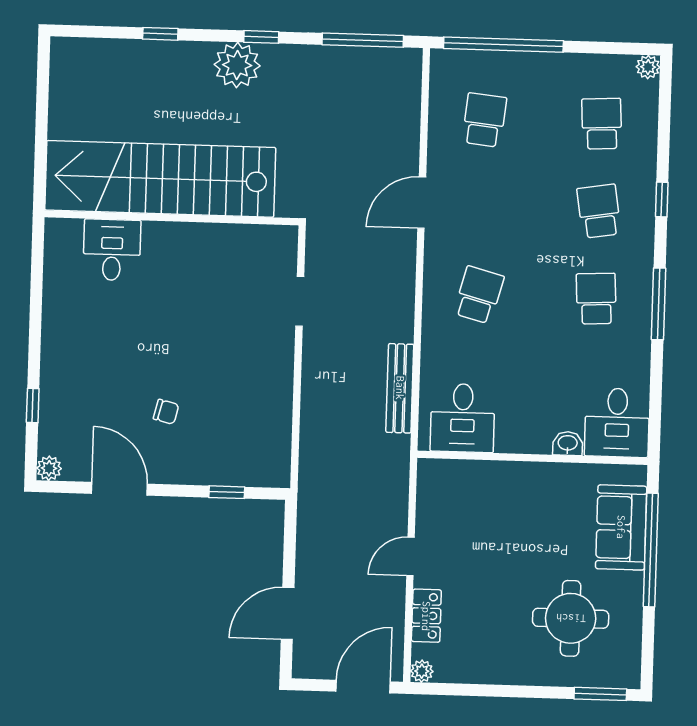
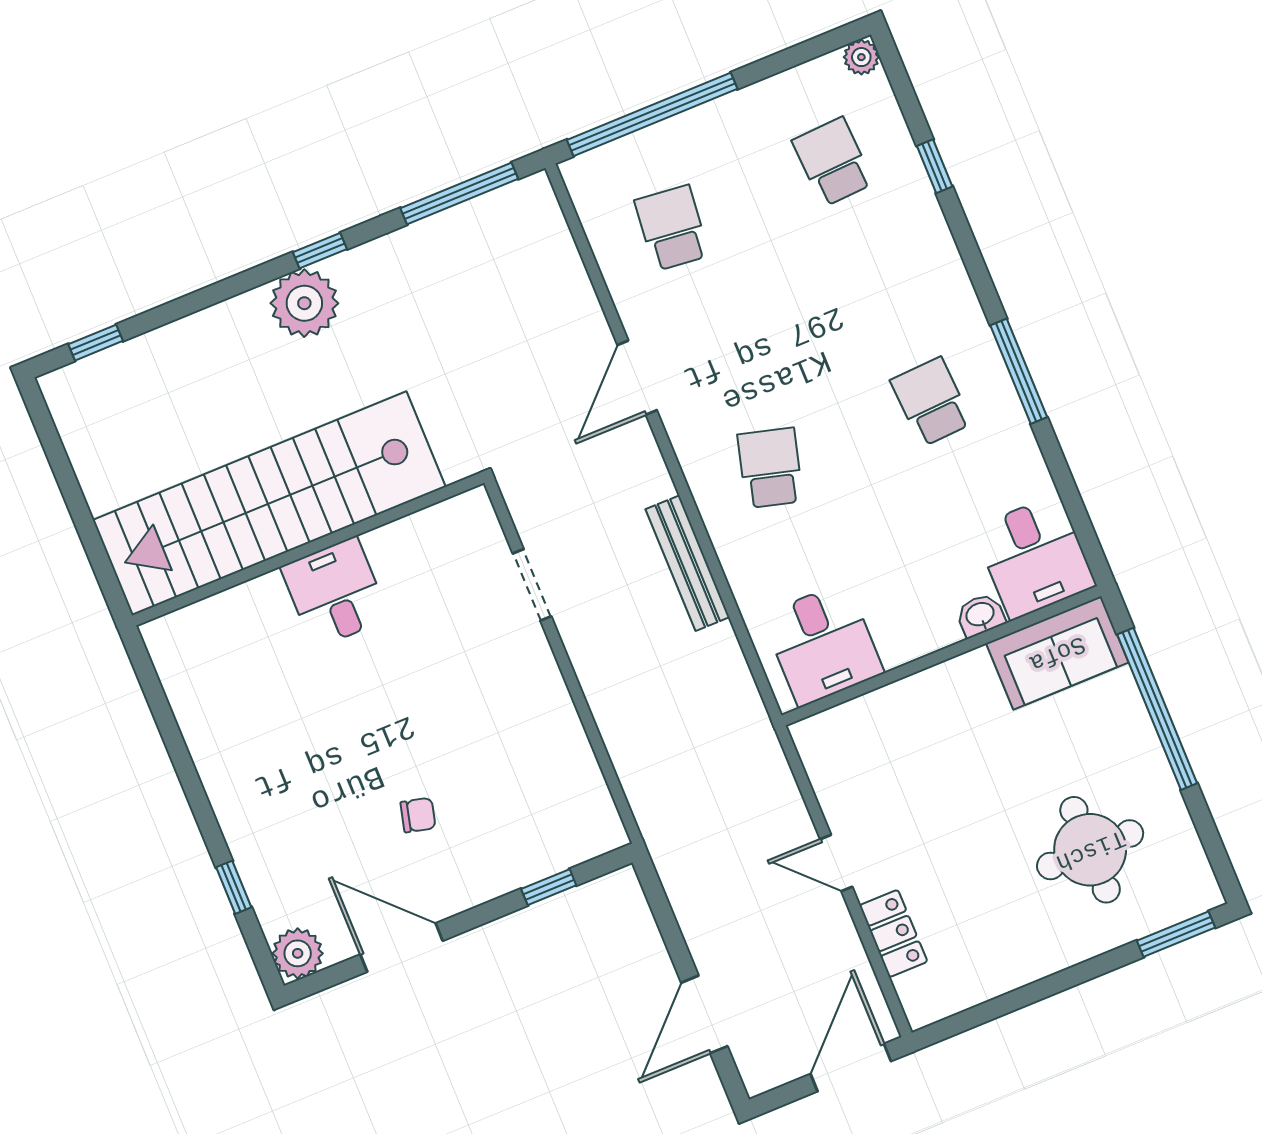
window: (160, 34) -> (96, 343), moved
window: (662, 200) -> (935, 166), moved
school desk: (599, 211) -> (882, 282), removed
desk: (112, 250) -> (335, 593), moved
bench: (400, 388) -> (688, 563), moved
plant: (49, 468) -> (298, 953), width x1.38, depth x1.38
sofa: (621, 527) -> (1057, 653), moved, turned -90
door: (411, 557) -> (836, 863), hinge flipped
plant: (422, 671) -> (921, 1011), removed

